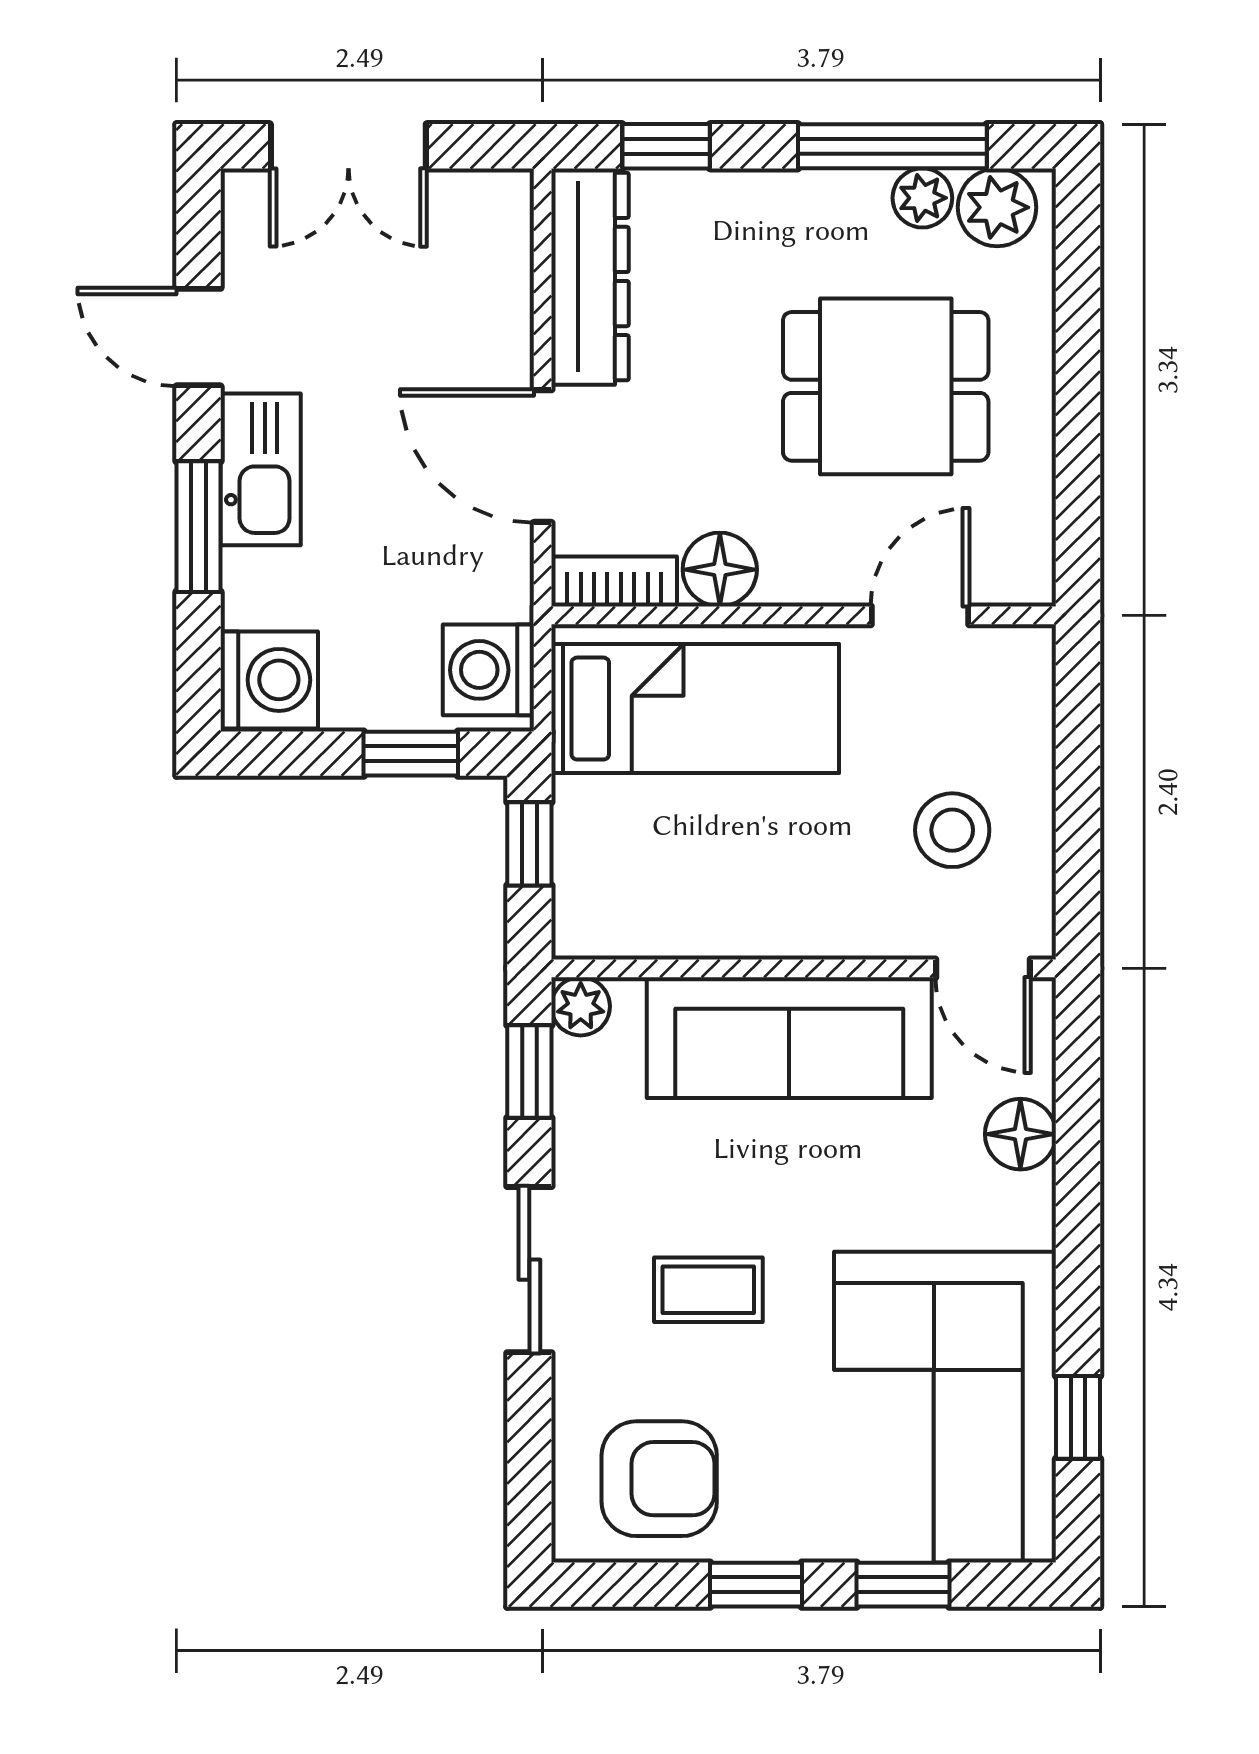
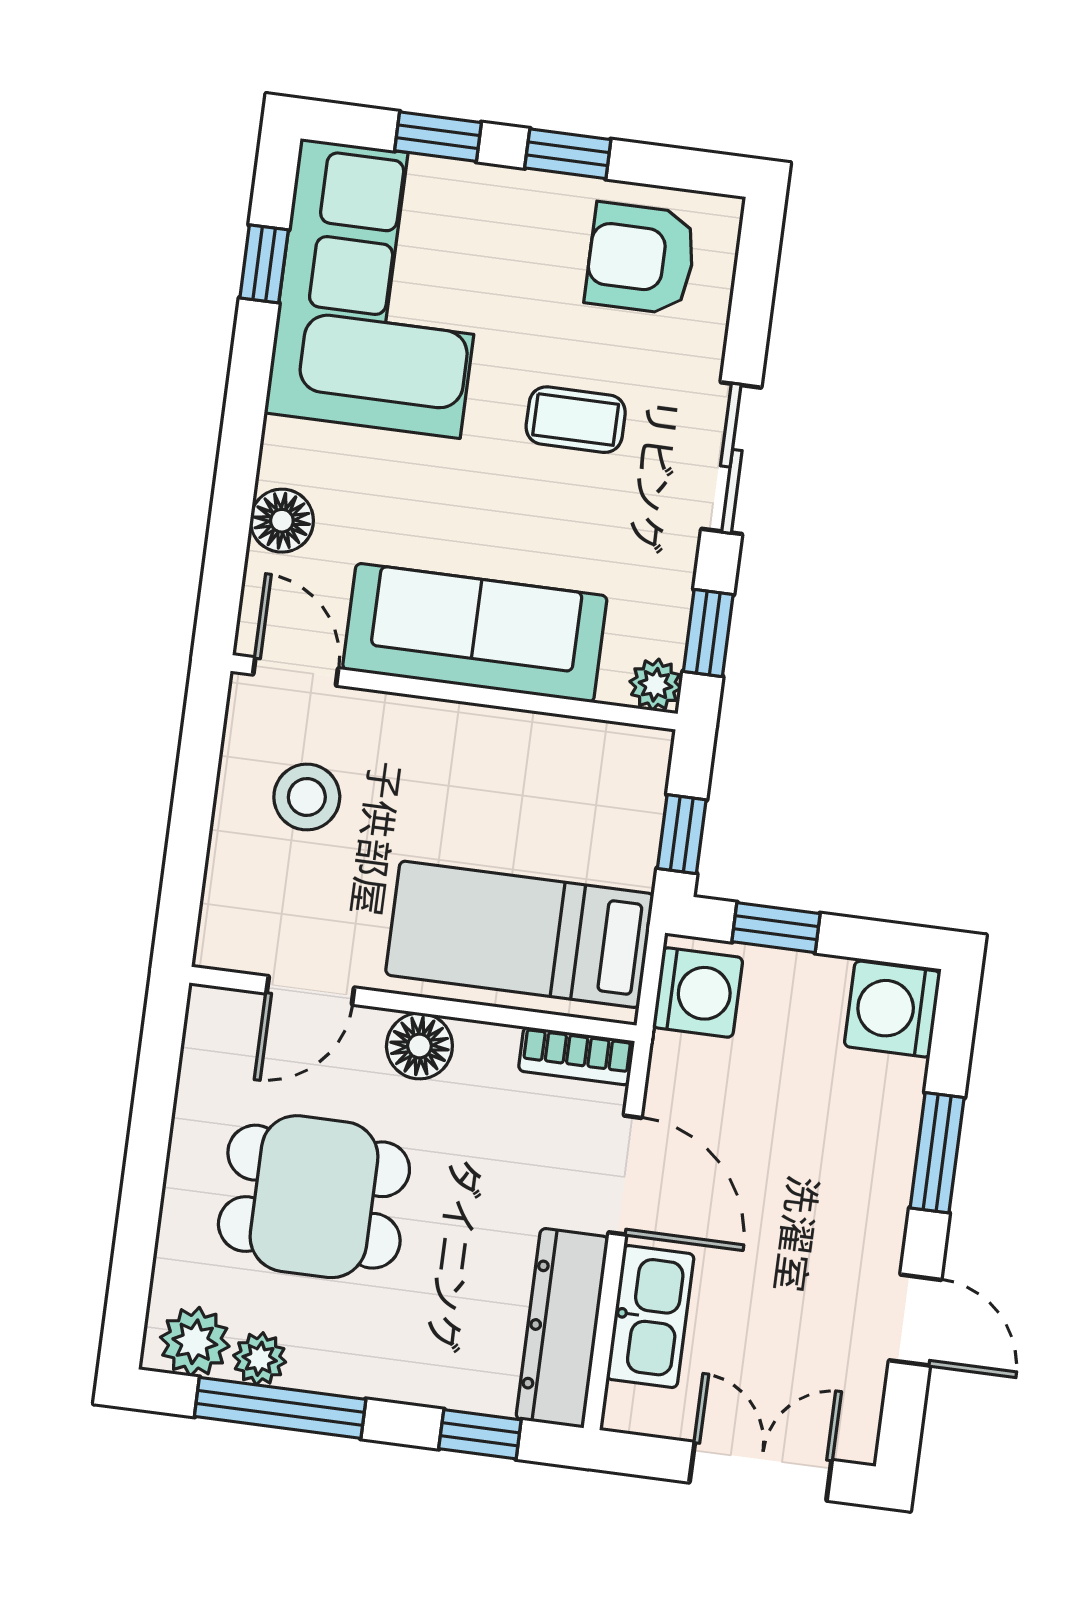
kitchen sink: (261, 469) -> (650, 1317), moved, turned 180
floor lamp: (720, 570) -> (419, 1046), moved

